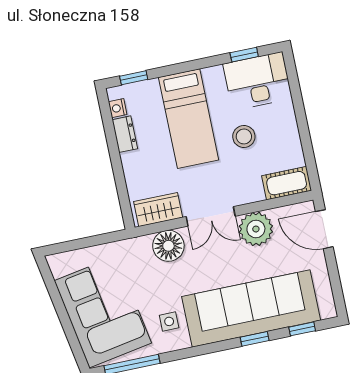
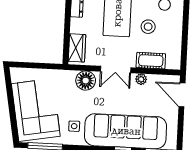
cot: (287, 183) -> (151, 61), moved
wardrobe: (158, 210) -> (77, 48), moved, turned 90
plant: (256, 229) -> (141, 79), width x0.53, depth x0.53

